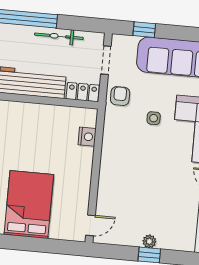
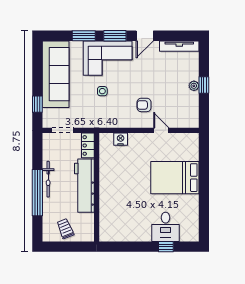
bicycle: (59, 36) -> (48, 179), moved
armchair: (120, 96) -> (144, 105), moved
door: (91, 225) -> (161, 130), moved

